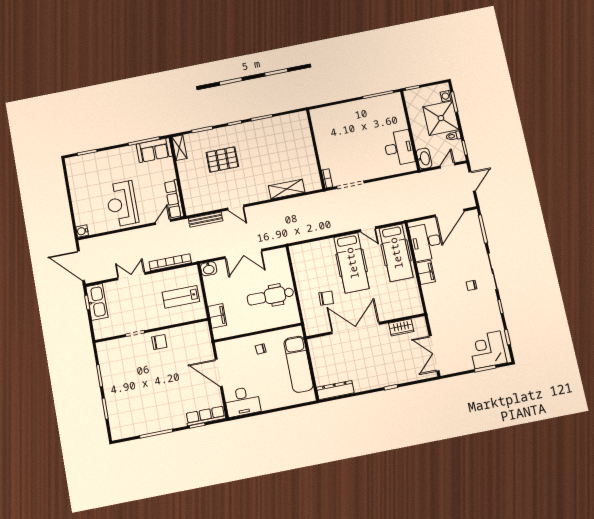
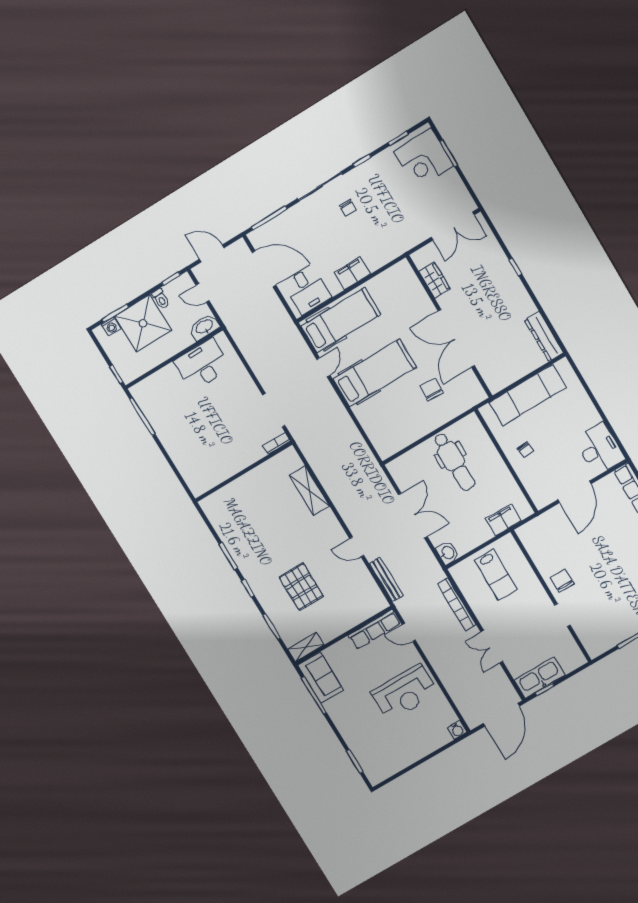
door: (236, 208) -> (357, 547), swing flipped
desk: (426, 242) -> (307, 290), width x0.73

